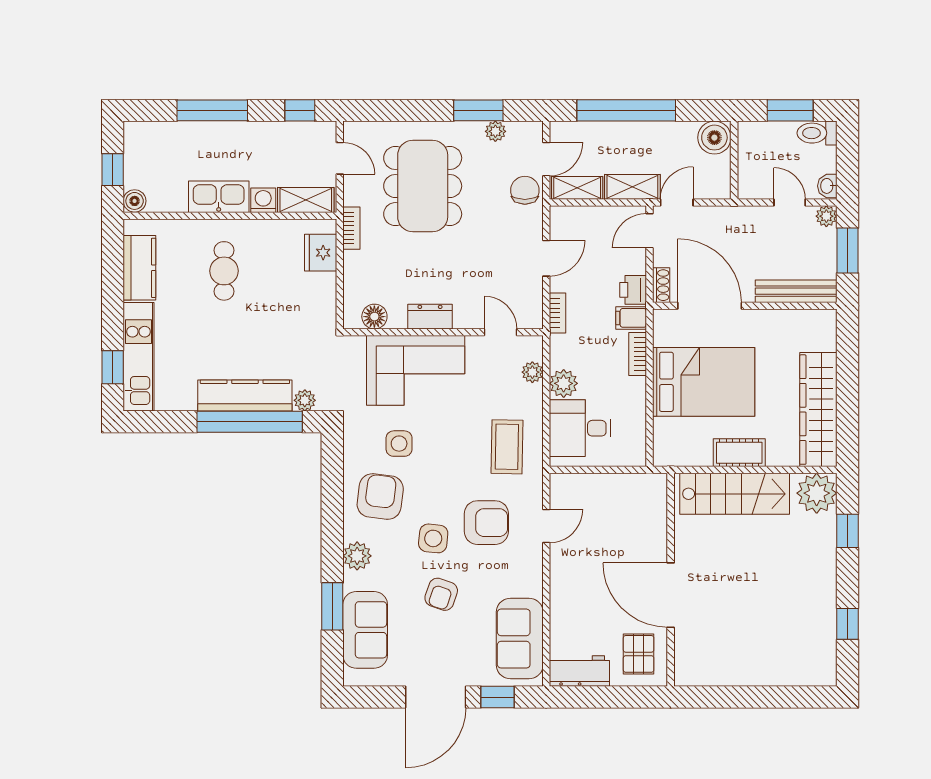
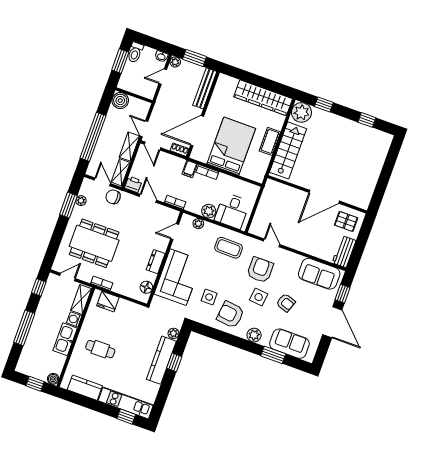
printer: (633, 290) -> (133, 184), moved, turned 180
window: (250, 422) -> (174, 362), width x0.32

